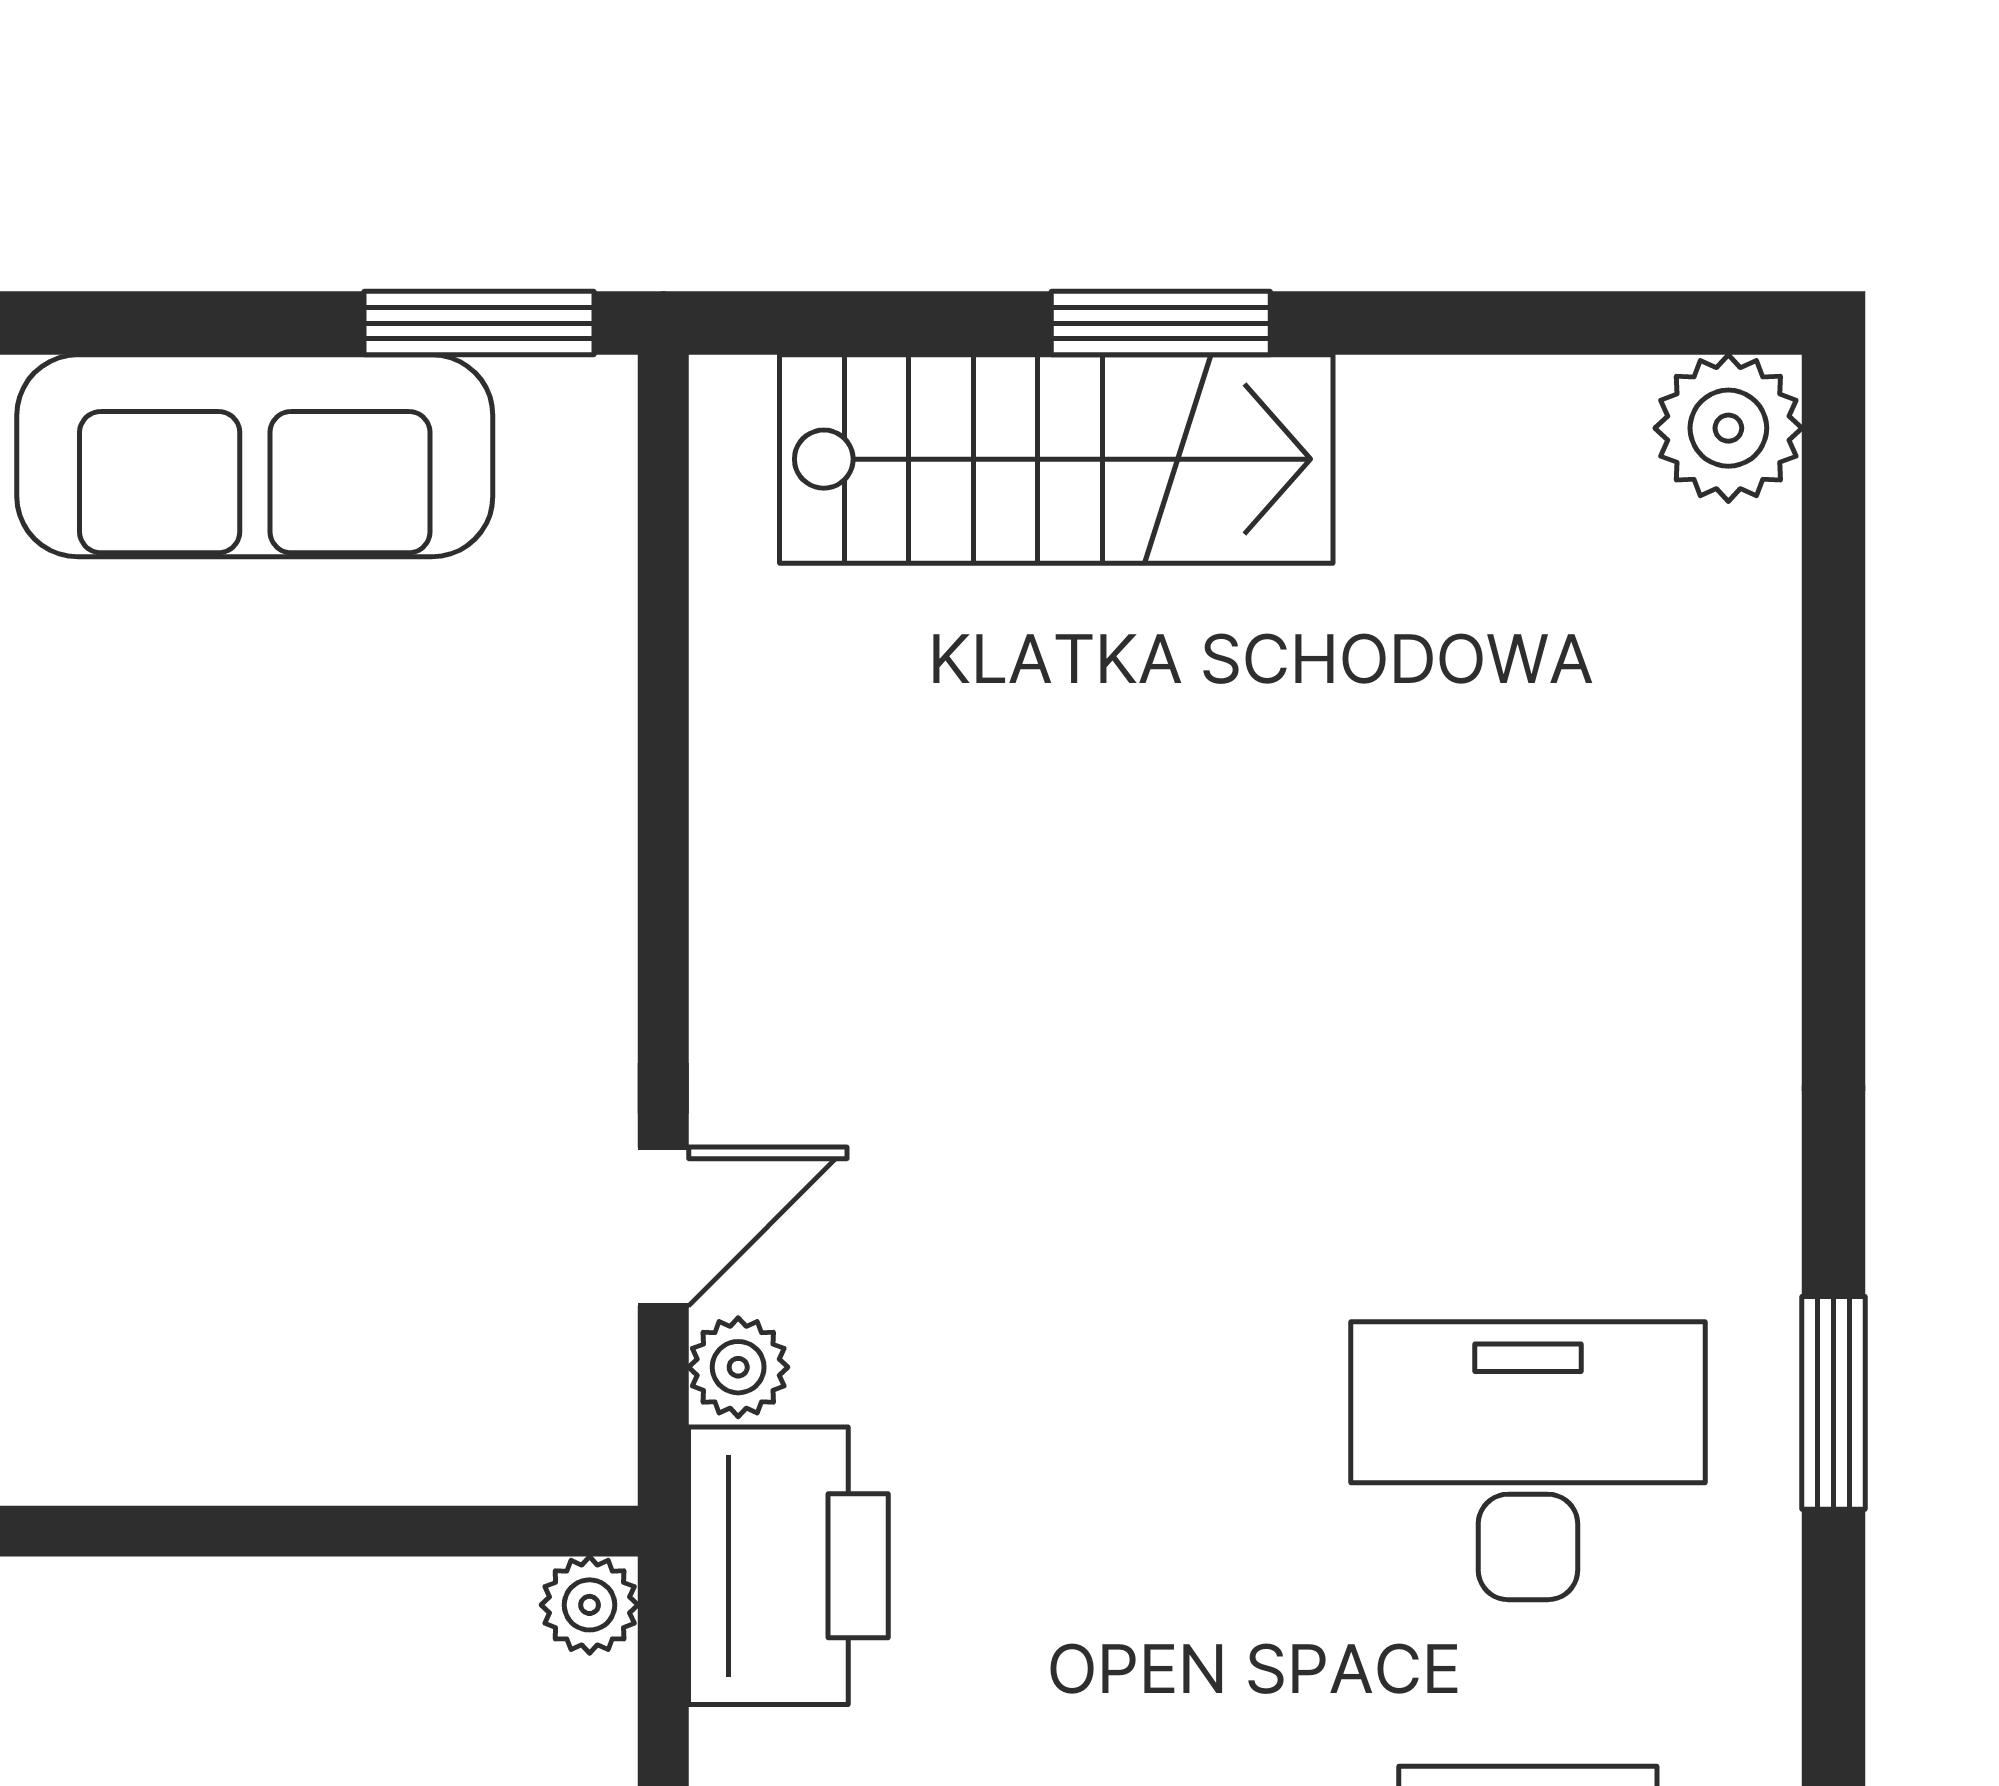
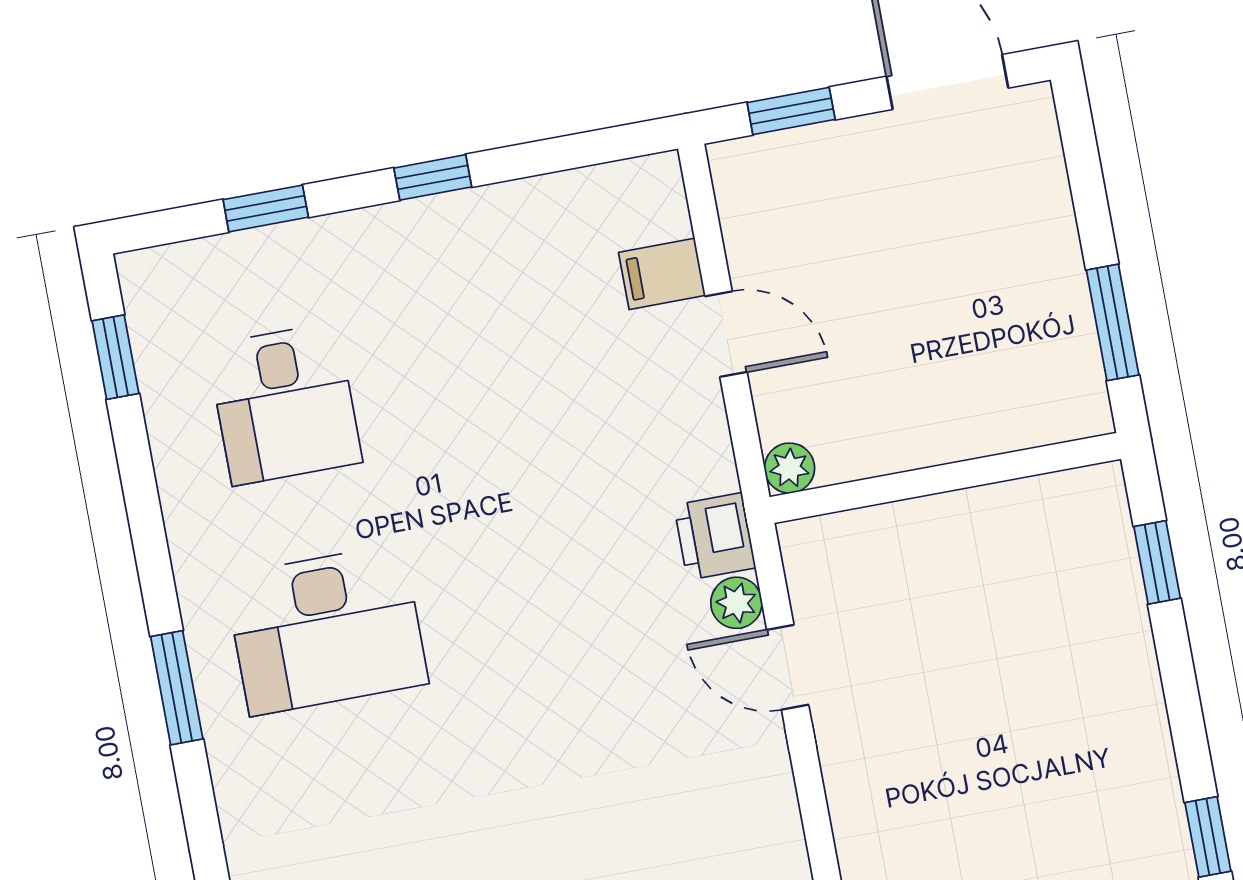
door: (663, 1227) -> (788, 667), hinge flipped
printer: (788, 1566) -> (715, 536), width x0.53, depth x0.68

